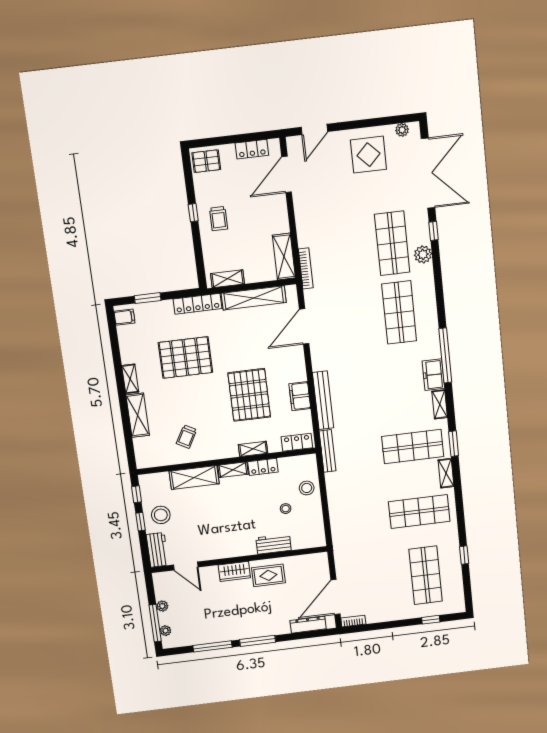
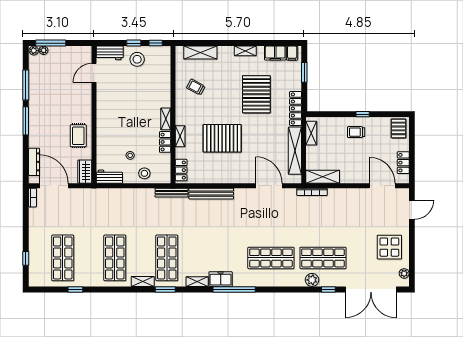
door: (314, 129) -> (412, 210), swing flipped
filing cabinet: (300, 396) -> (275, 53), moved, turned 180
shelving: (138, 415) -> (200, 53), moved
shelving: (194, 477) -> (163, 89), removed
workbench: (274, 544) -> (109, 177), moved, turned -90
wardrobe: (234, 571) -> (85, 172), moved
shop shelf: (426, 575) -> (63, 258), turned 90
plant: (162, 606) -> (34, 51), moved

